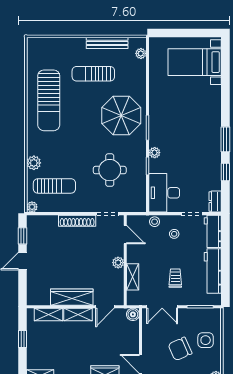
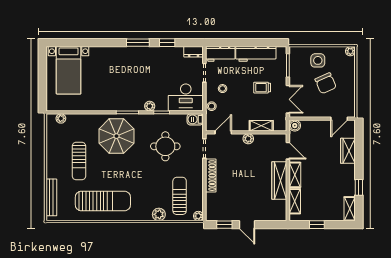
bench: (107, 43) -> (51, 197), moved
barbecue: (140, 203) -> (195, 119), added

